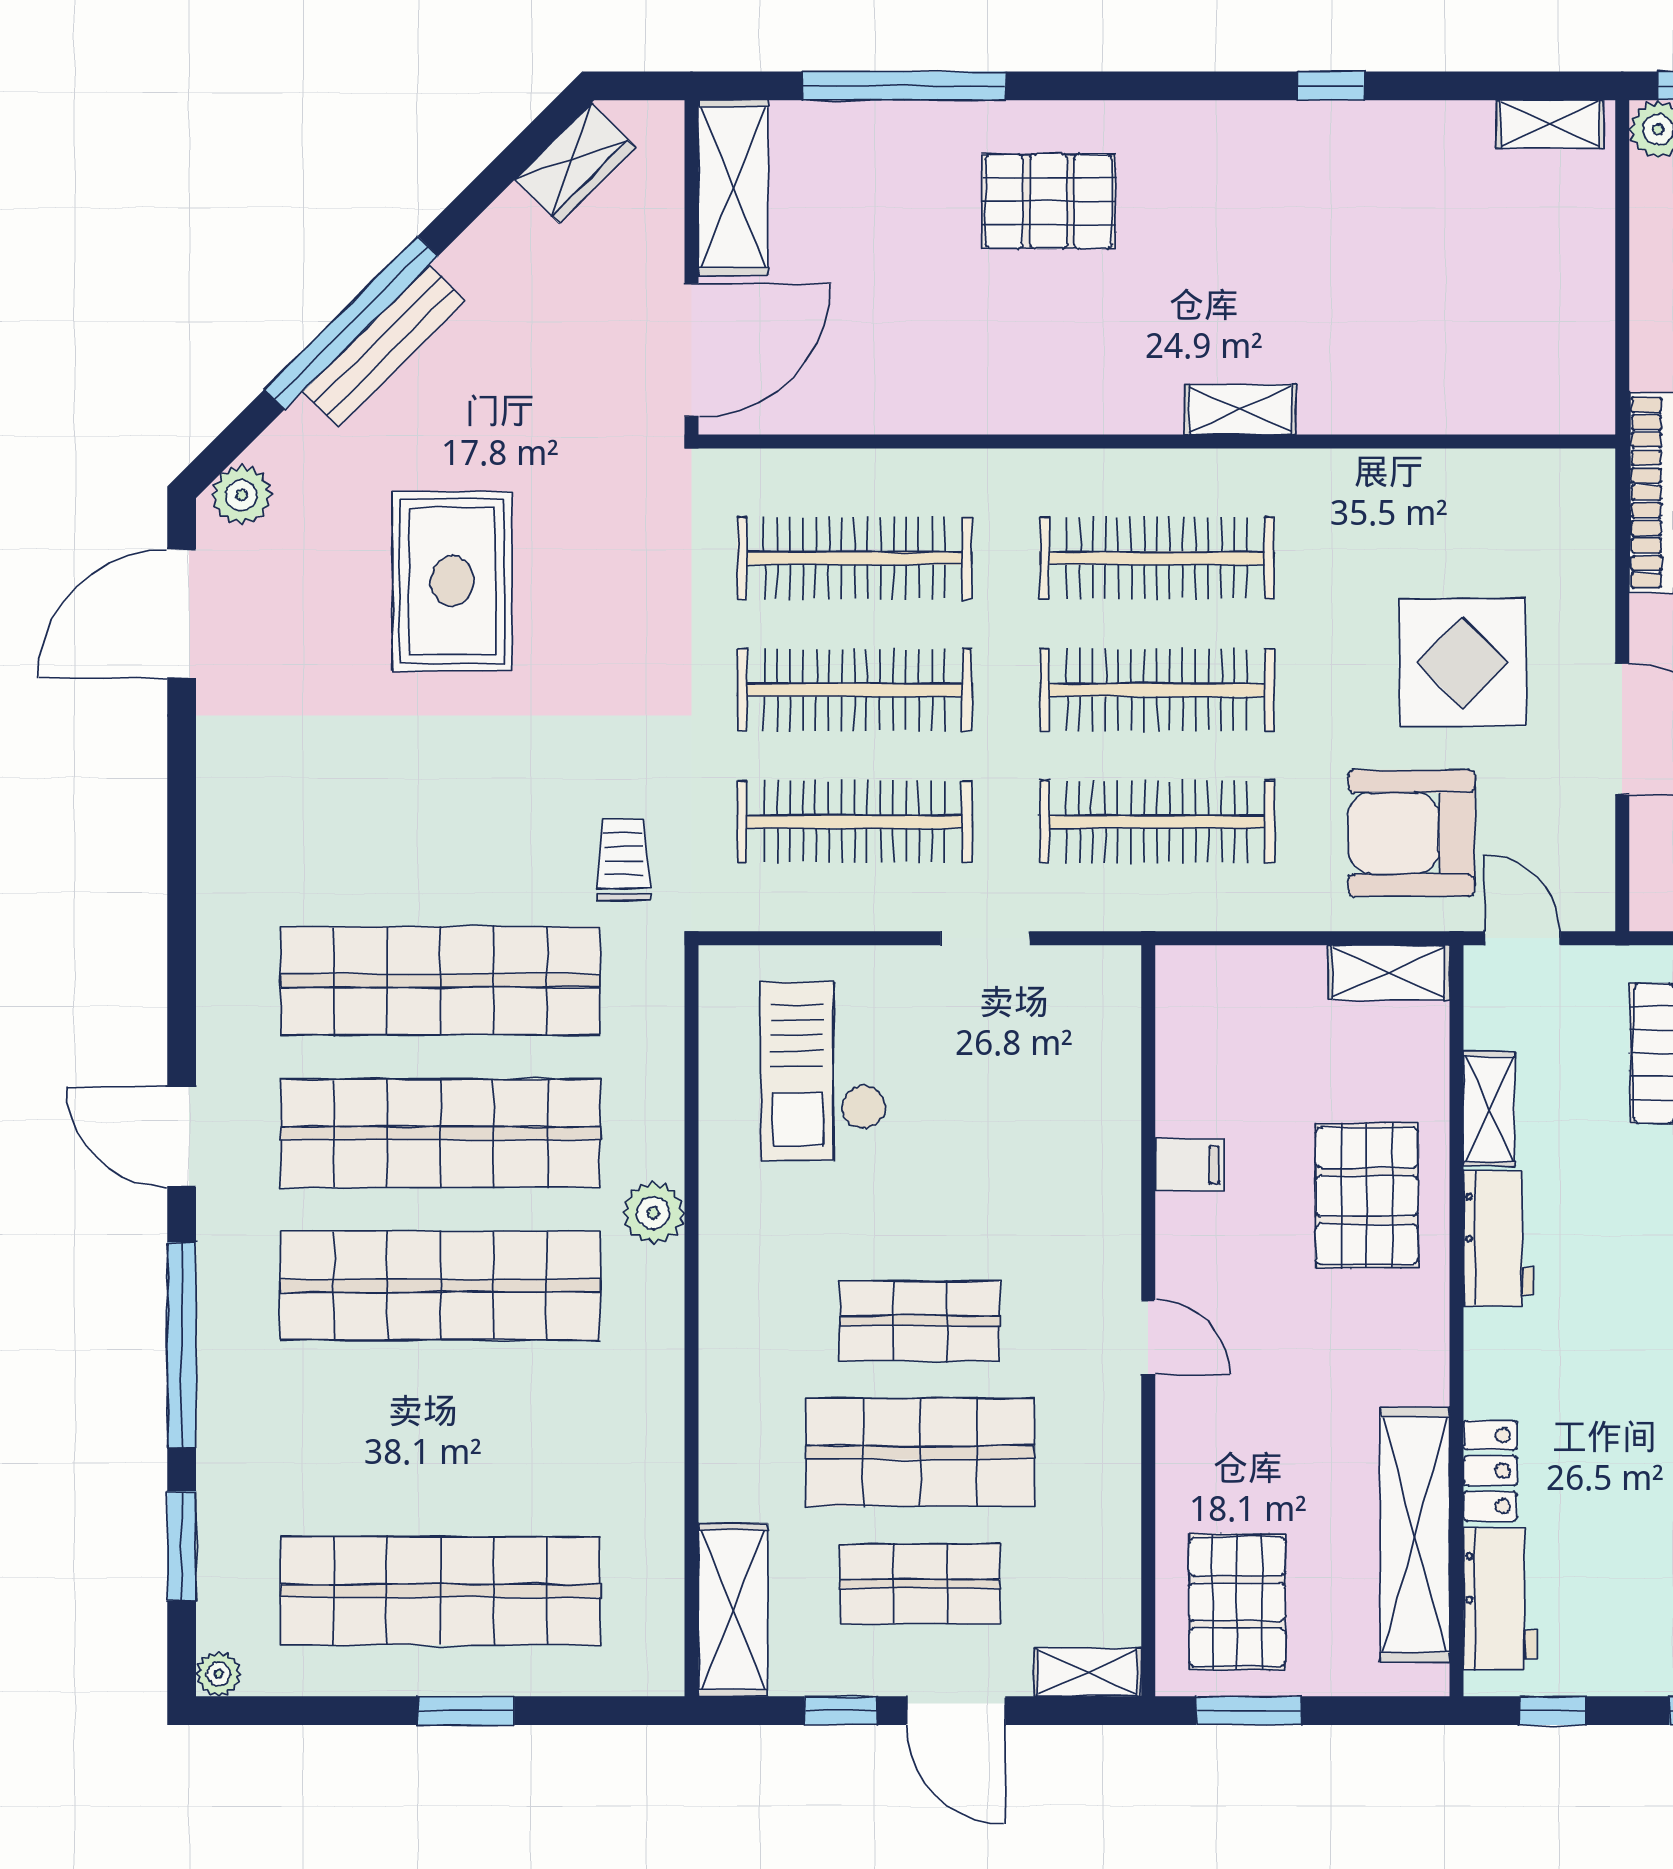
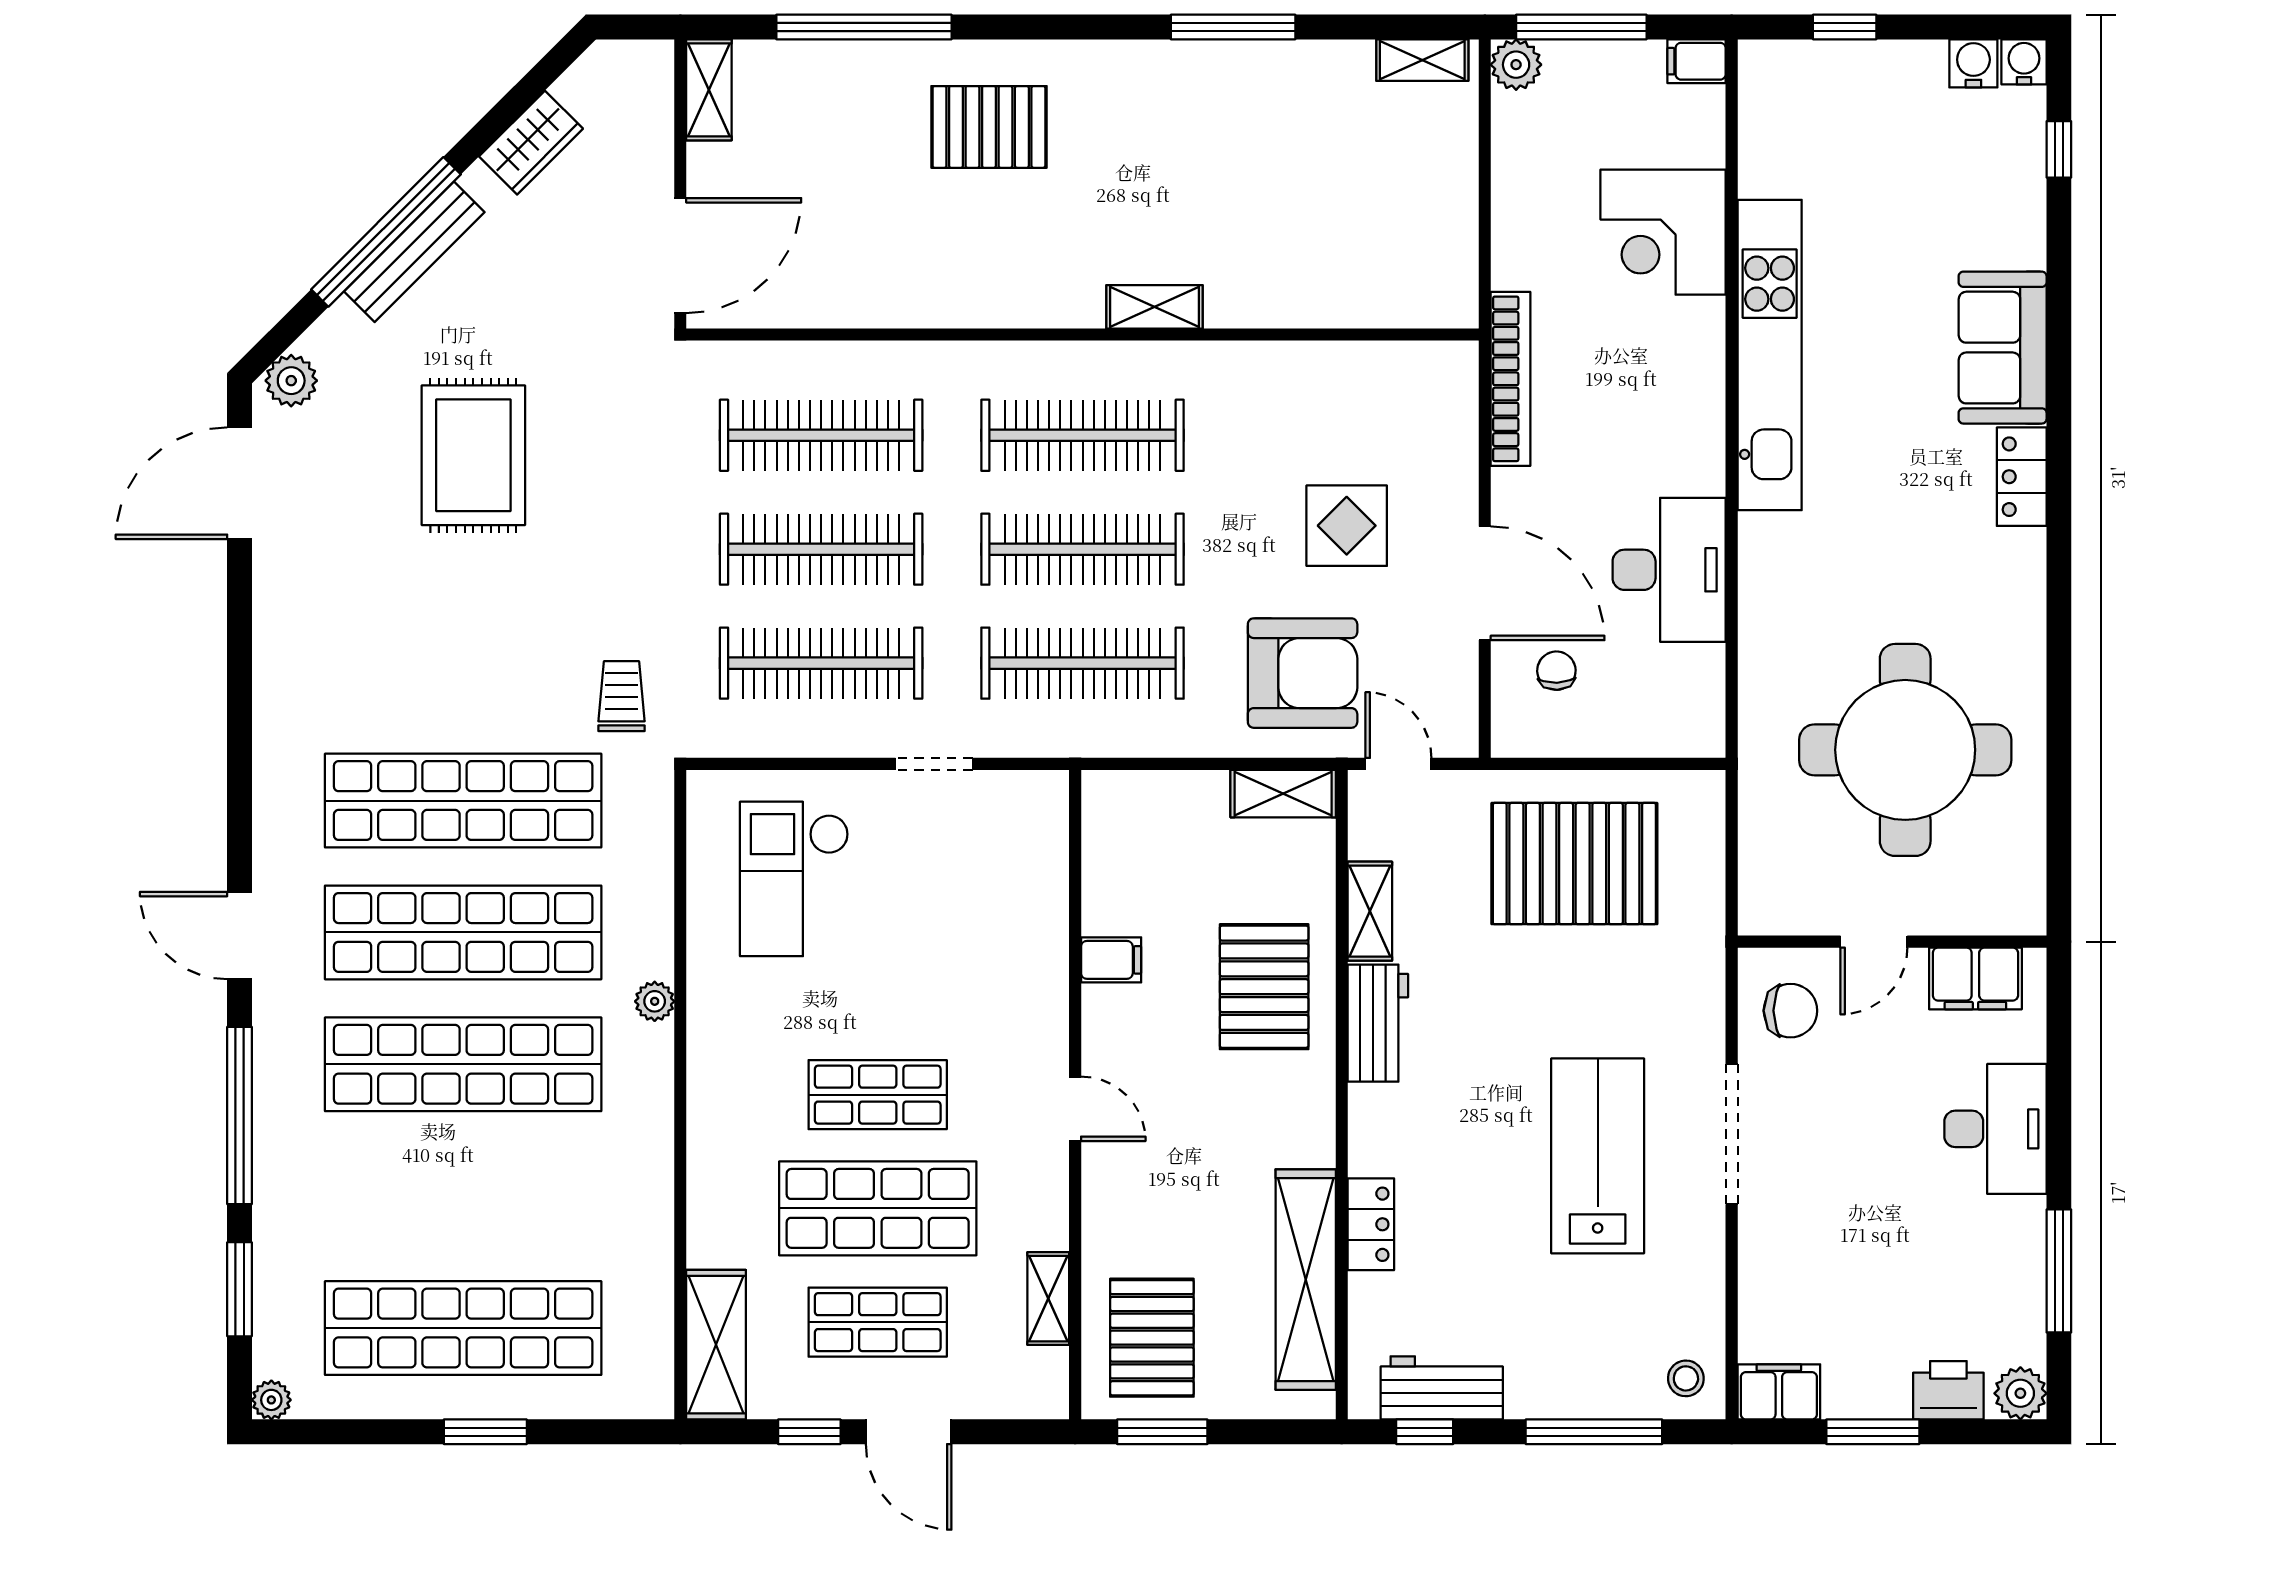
window: (1331, 86) -> (1233, 27), width x2.17
wardrobe: (575, 163) -> (531, 143), moved
shelving: (733, 188) -> (709, 90), width x0.67, depth x0.75
display table: (1462, 663) -> (1347, 526), width x0.73, depth x0.73
armchair: (1411, 833) -> (1303, 673), turned 180
plant: (653, 1213) -> (655, 1001), width x0.73, depth x0.73
workbench: (1500, 1599) -> (1442, 1388), moved, turned -90
shelving: (1088, 1672) -> (1048, 1299), moved, turned 90

